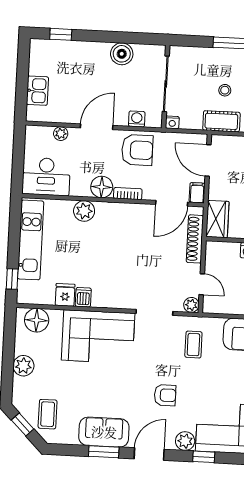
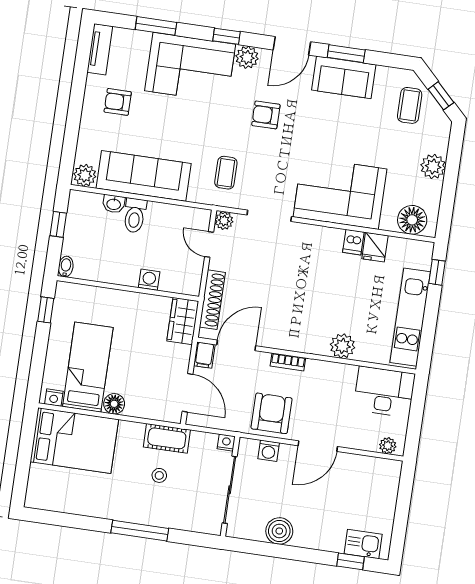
kitchen sink: (37, 91) -> (363, 544), moved, turned 90
plant: (61, 134) -> (388, 446), moved
armchair: (137, 150) -> (272, 413), turned 90
floor lamp: (102, 187) -> (319, 373), removed

